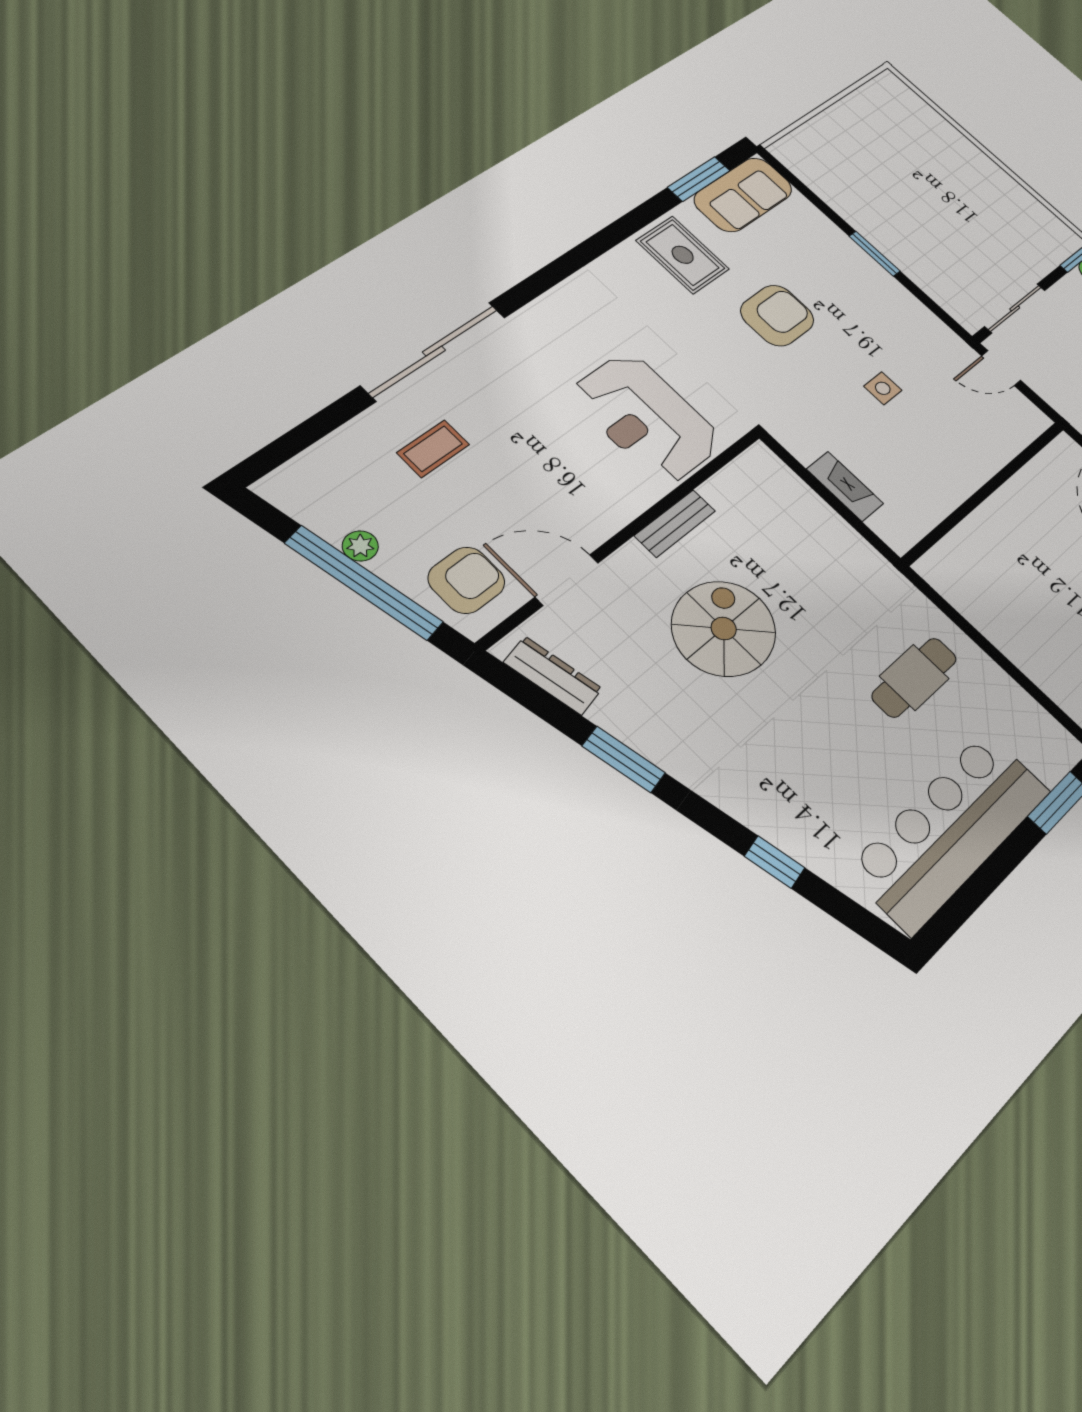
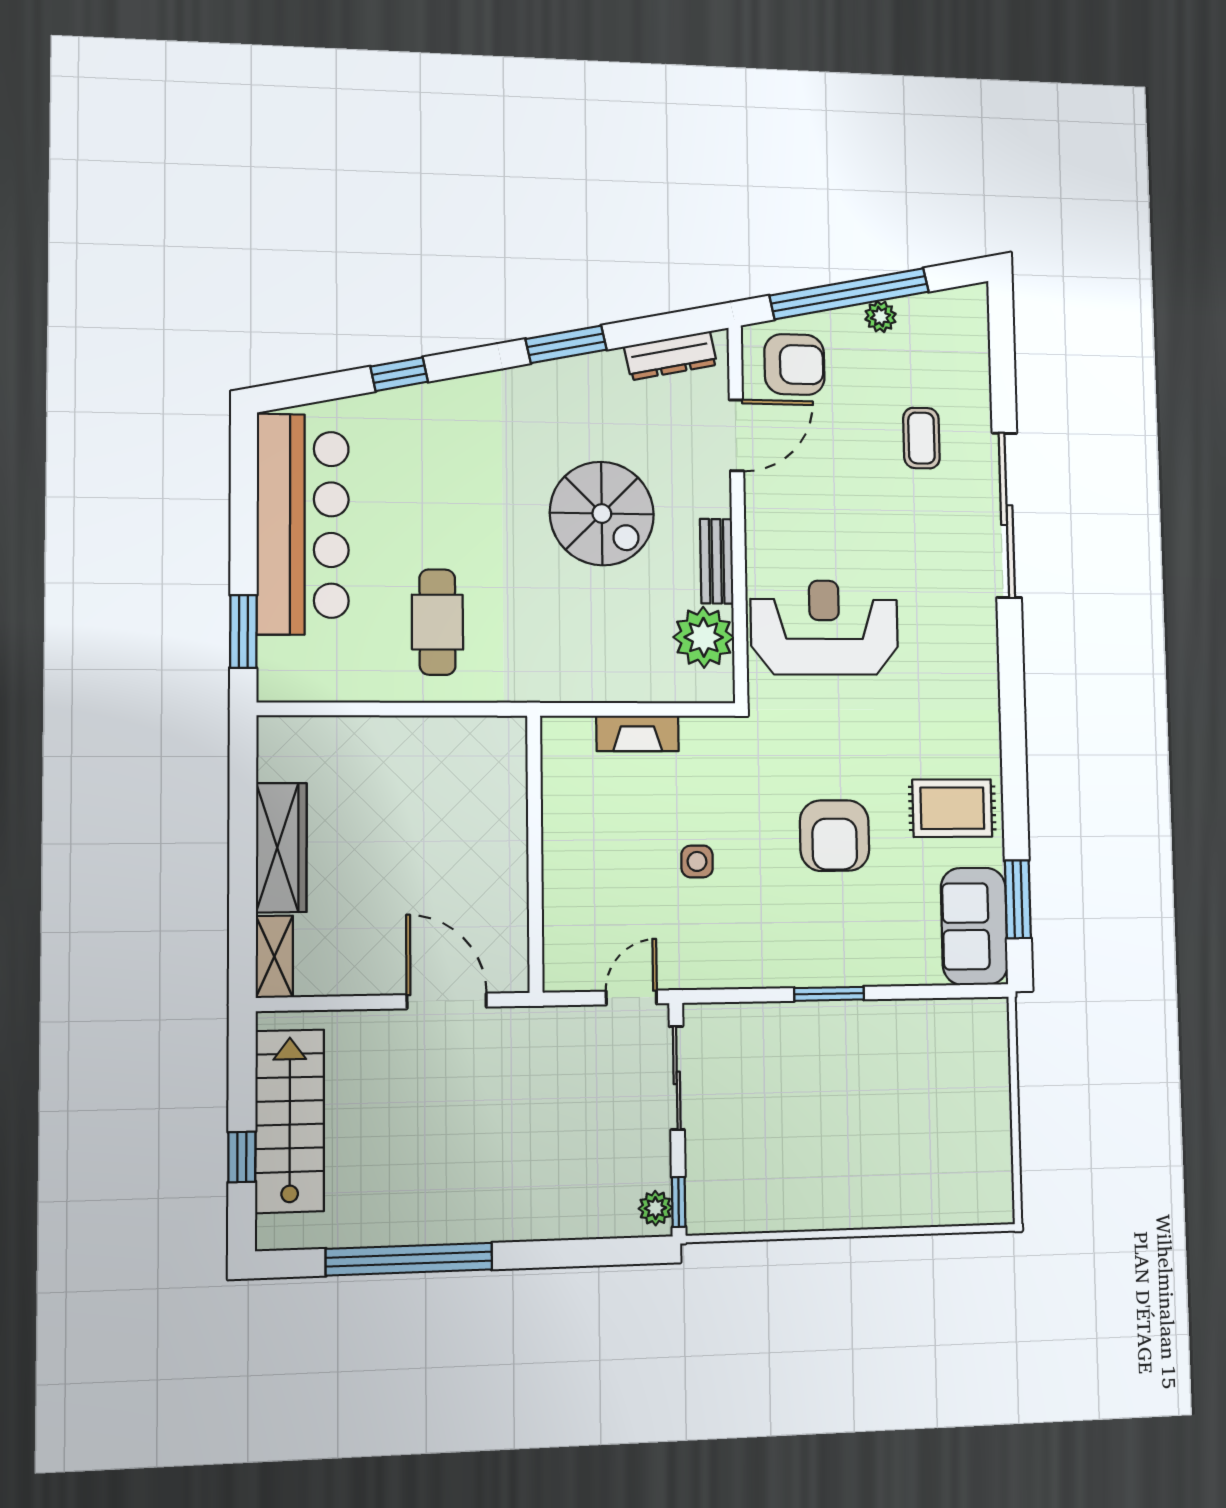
plant: (737, 492) -> (704, 637), added
armchair: (466, 580) -> (794, 364), turned -90

